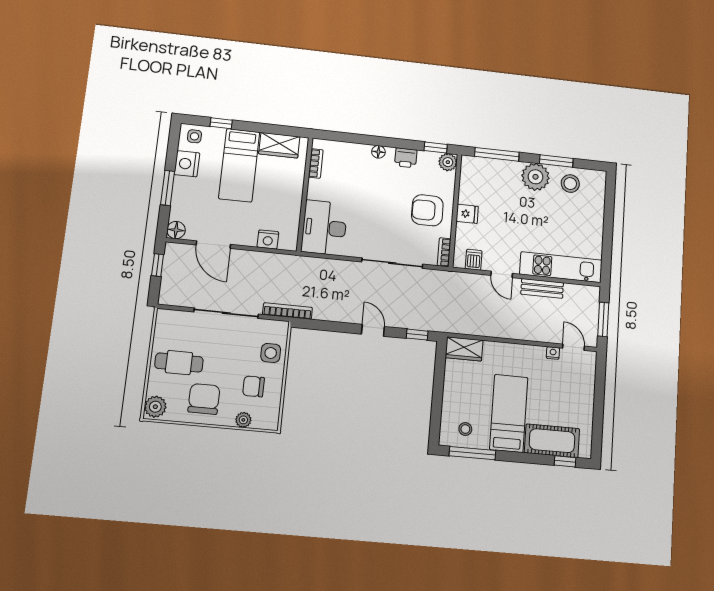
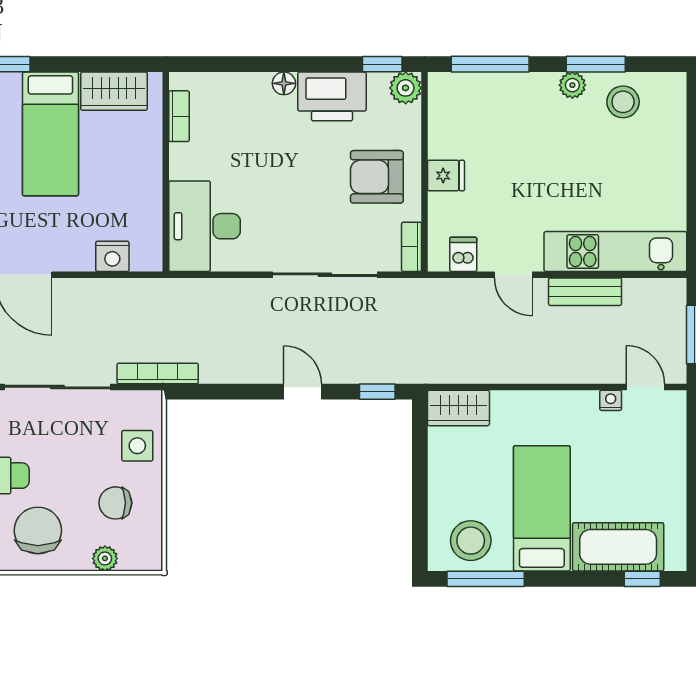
printer: (406, 158) -> (332, 96), width x1.87, depth x1.48
plant: (536, 177) -> (572, 85), width x0.53, depth x0.53
stool: (465, 429) -> (471, 541), width x1.89, depth x1.89

